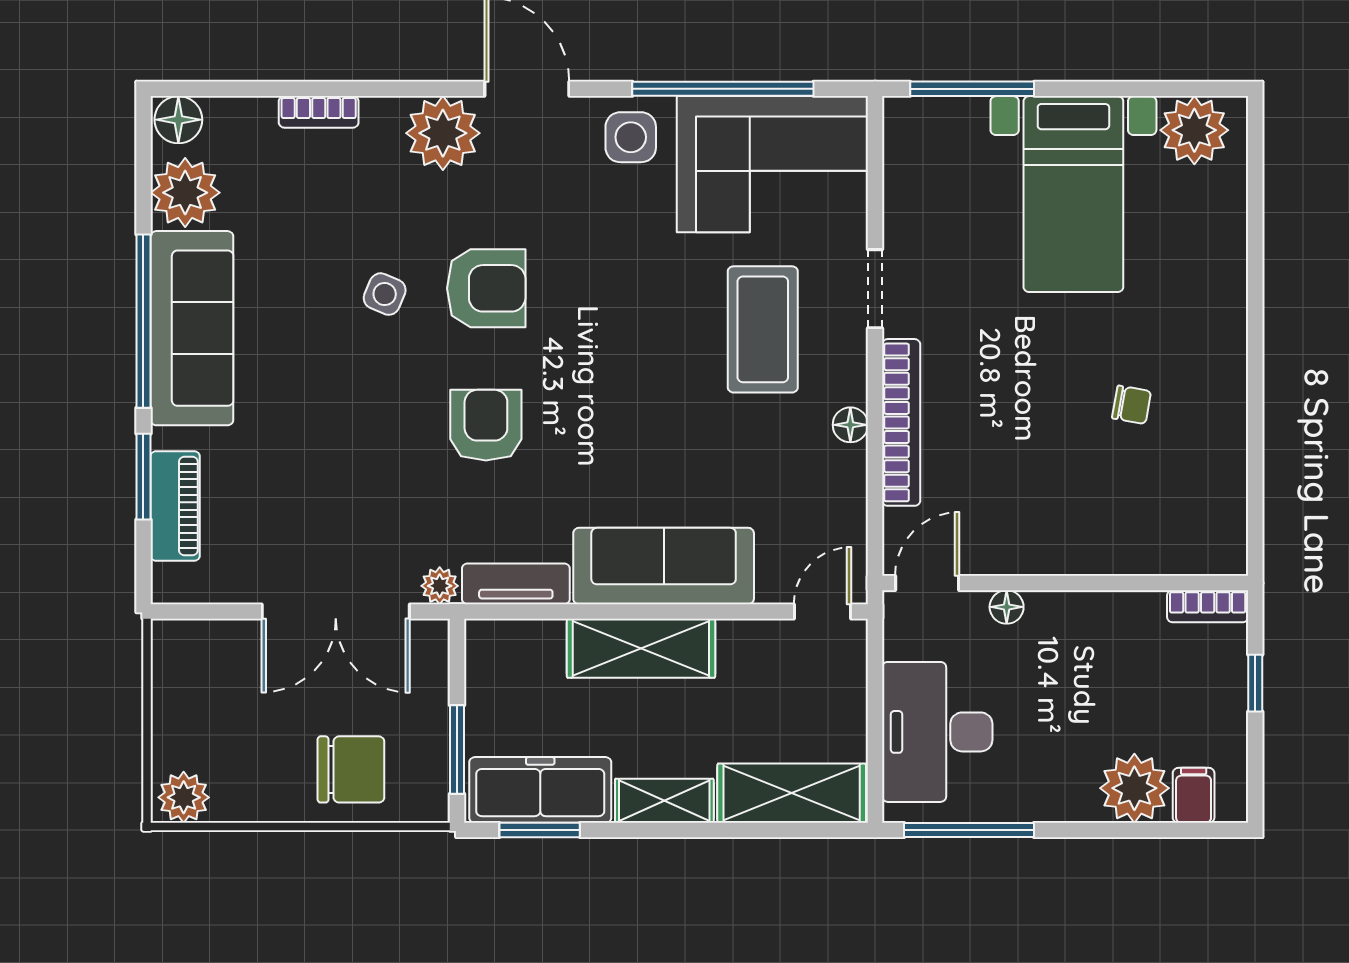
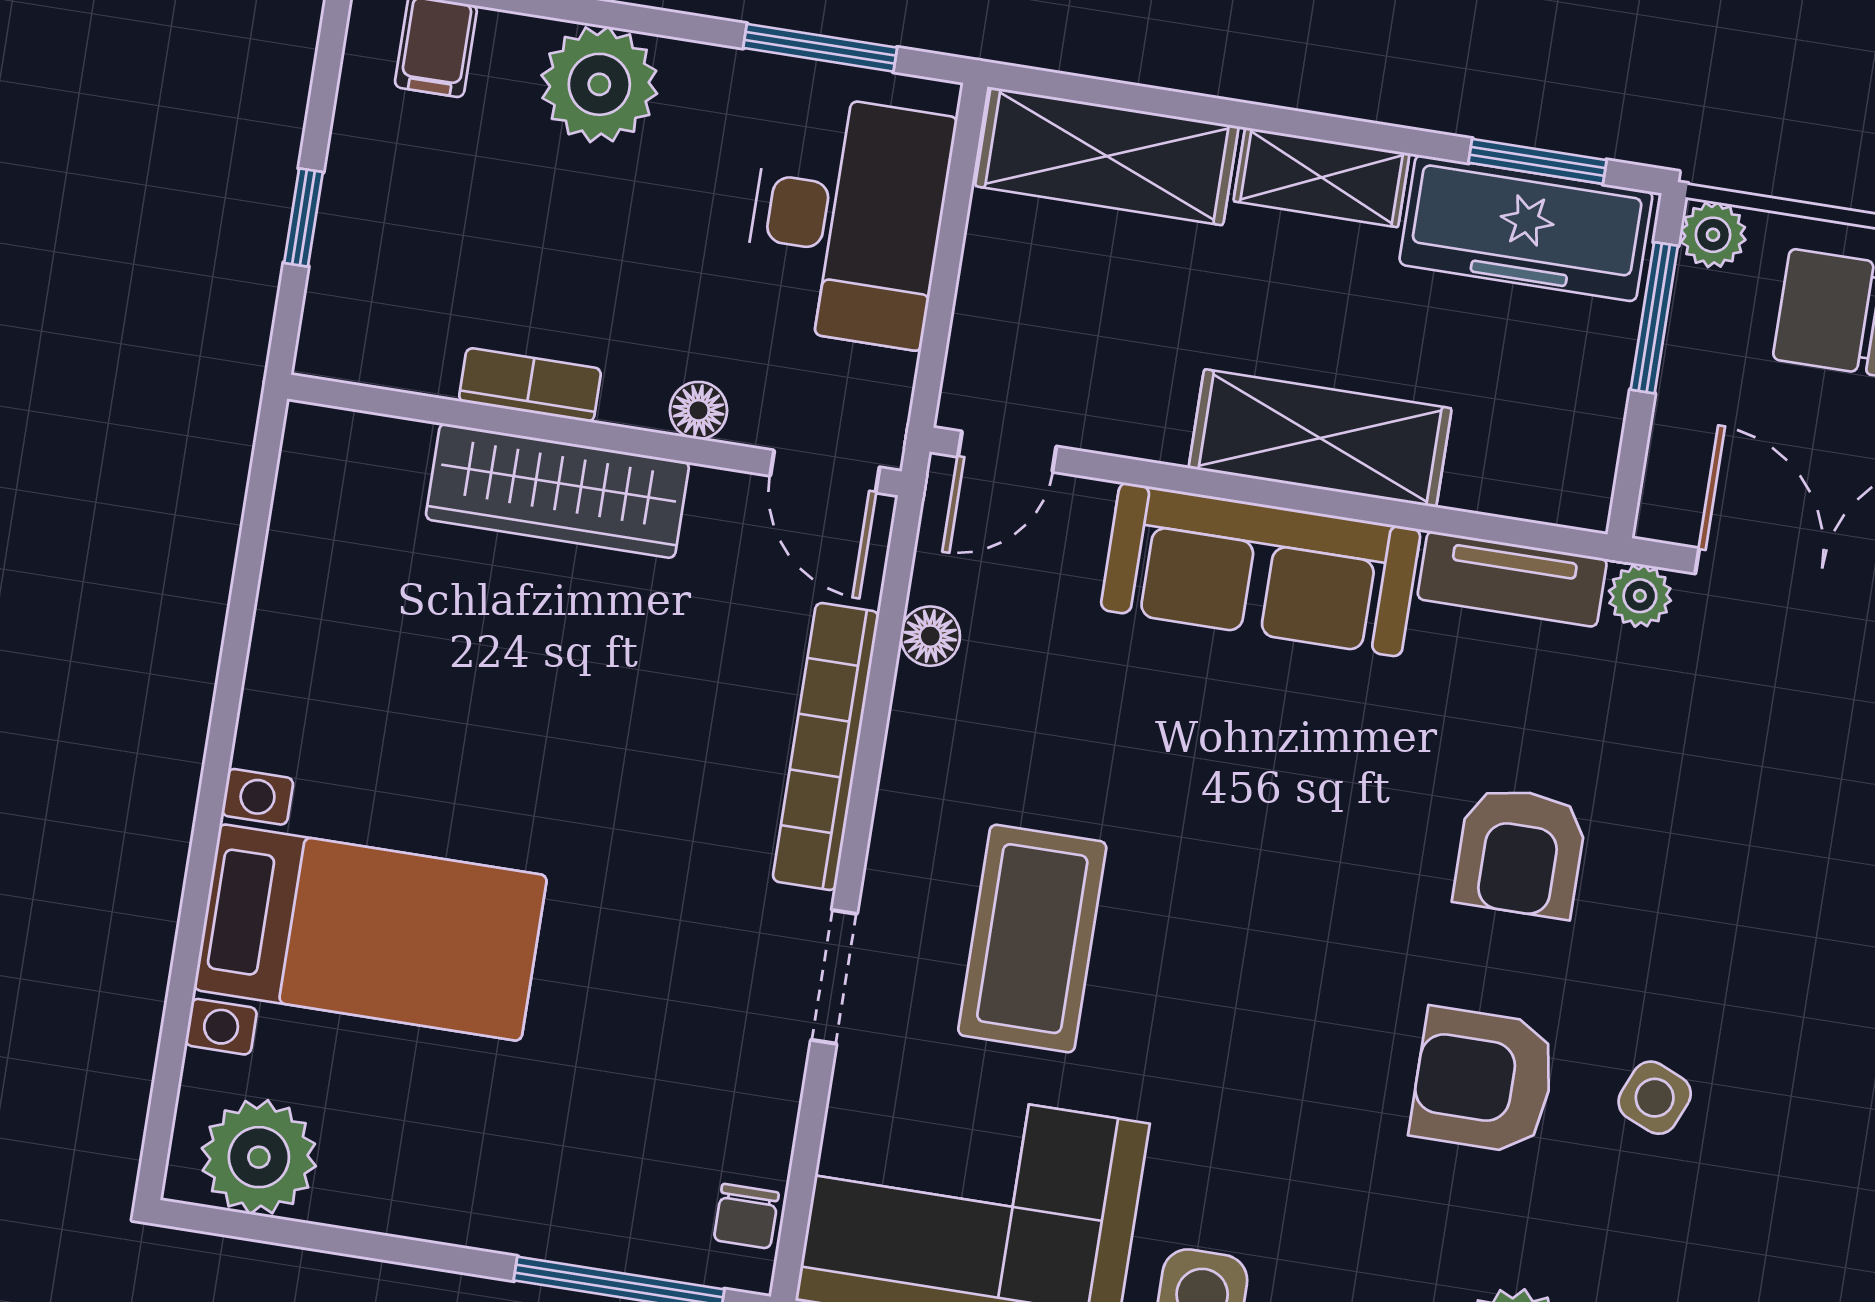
bed with nightstands: (1073, 194) -> (370, 933), moved, turned 90
chair: (1132, 405) -> (746, 1216), moved, turned -100
floor lamp: (850, 425) -> (930, 636), moved
wardrobe: (1082, 547) -> (557, 491), added
door: (927, 583) -> (825, 472), hinge flipped
bookcase: (1208, 606) -> (530, 385), moved
plant: (1134, 788) -> (599, 84), moved
plant: (430, 803) -> (1713, 235), added
window: (969, 830) -> (820, 48), width x0.69

